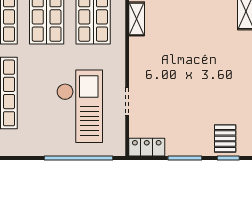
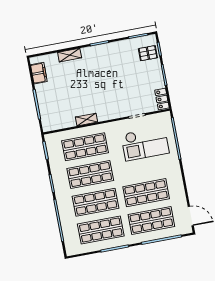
checkout: (80, 106) -> (145, 144), turned 180

